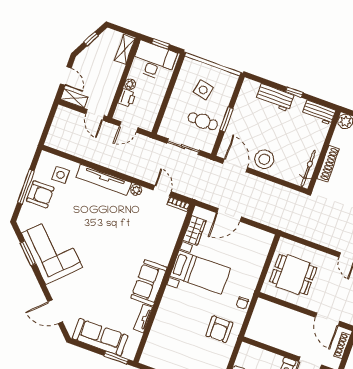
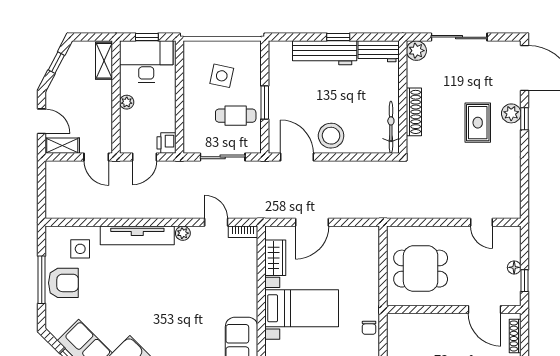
printer: (127, 98) -> (166, 143), moved, turned 180
workbench: (275, 98) -> (325, 53), width x1.38

